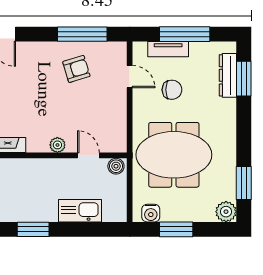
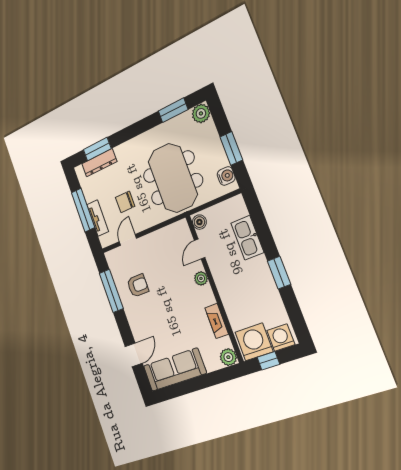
armchair: (76, 69) -> (138, 285), turned 107
chair: (172, 90) -> (125, 202), turned -90

